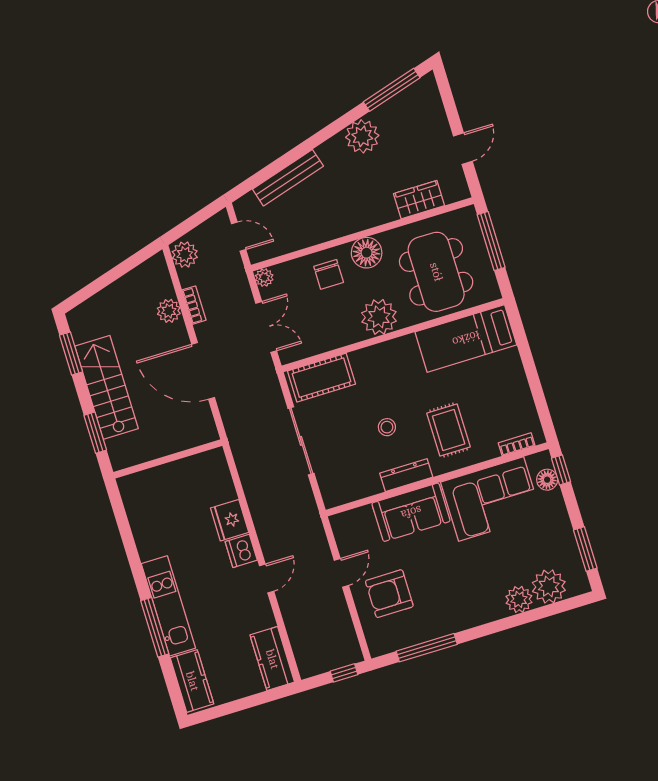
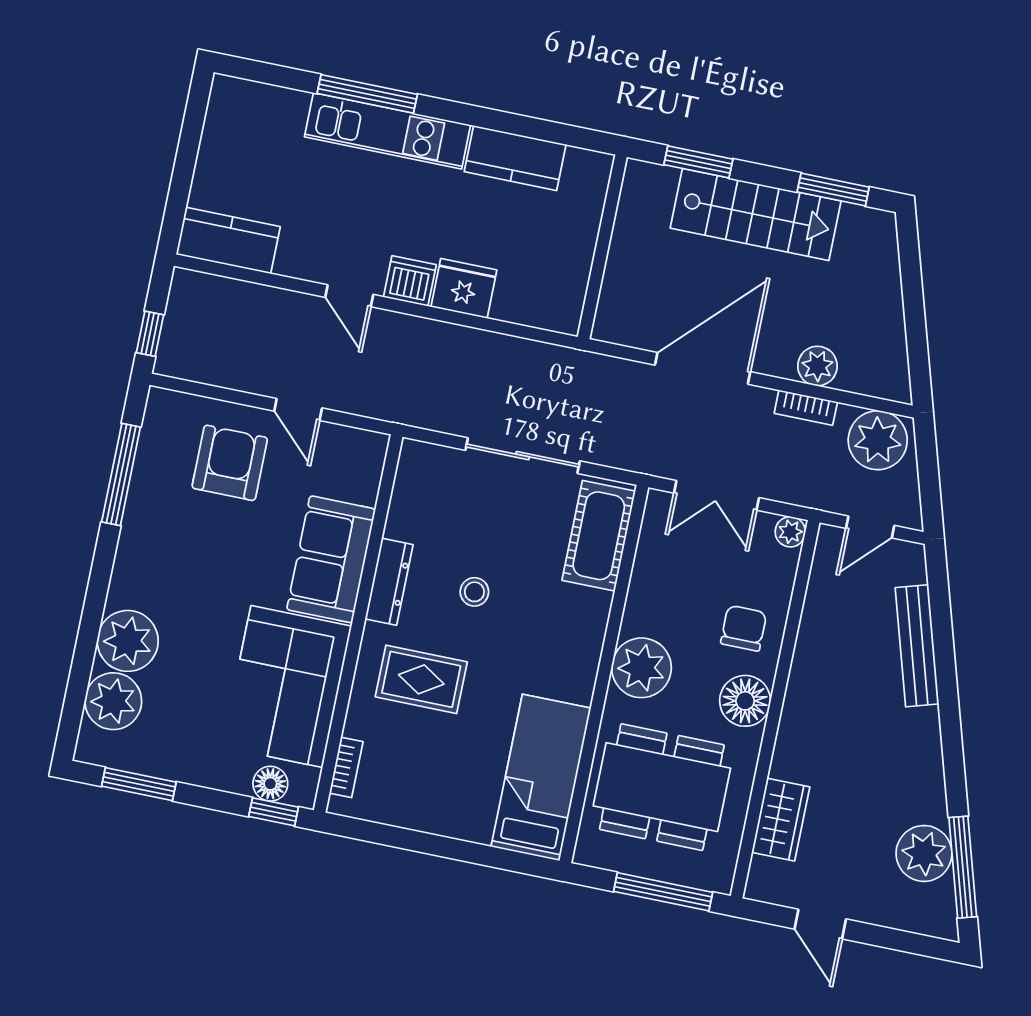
plant: (362, 136) -> (924, 853), moved
plant: (185, 255) -> (878, 440), width x1.36, depth x1.36
chair: (329, 274) -> (744, 628), turned 90
plant: (519, 599) -> (128, 641), width x1.36, depth x1.36
kitchen counter: (192, 681) -> (515, 158), moved

